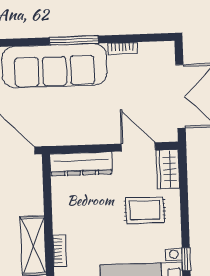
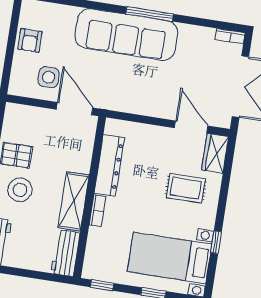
bookcase: (122, 49) -> (230, 36), moved
dresser: (81, 164) -> (109, 165), moved, turned -90

